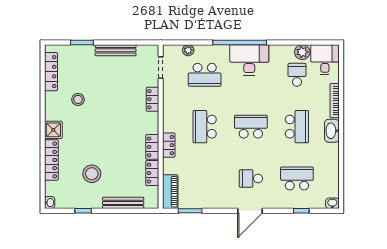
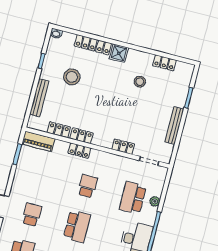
plant: (188, 50) -> (155, 201), moved
locker: (51, 72) -> (164, 63), width x0.66
school desk: (205, 127) -> (87, 186), width x0.54

